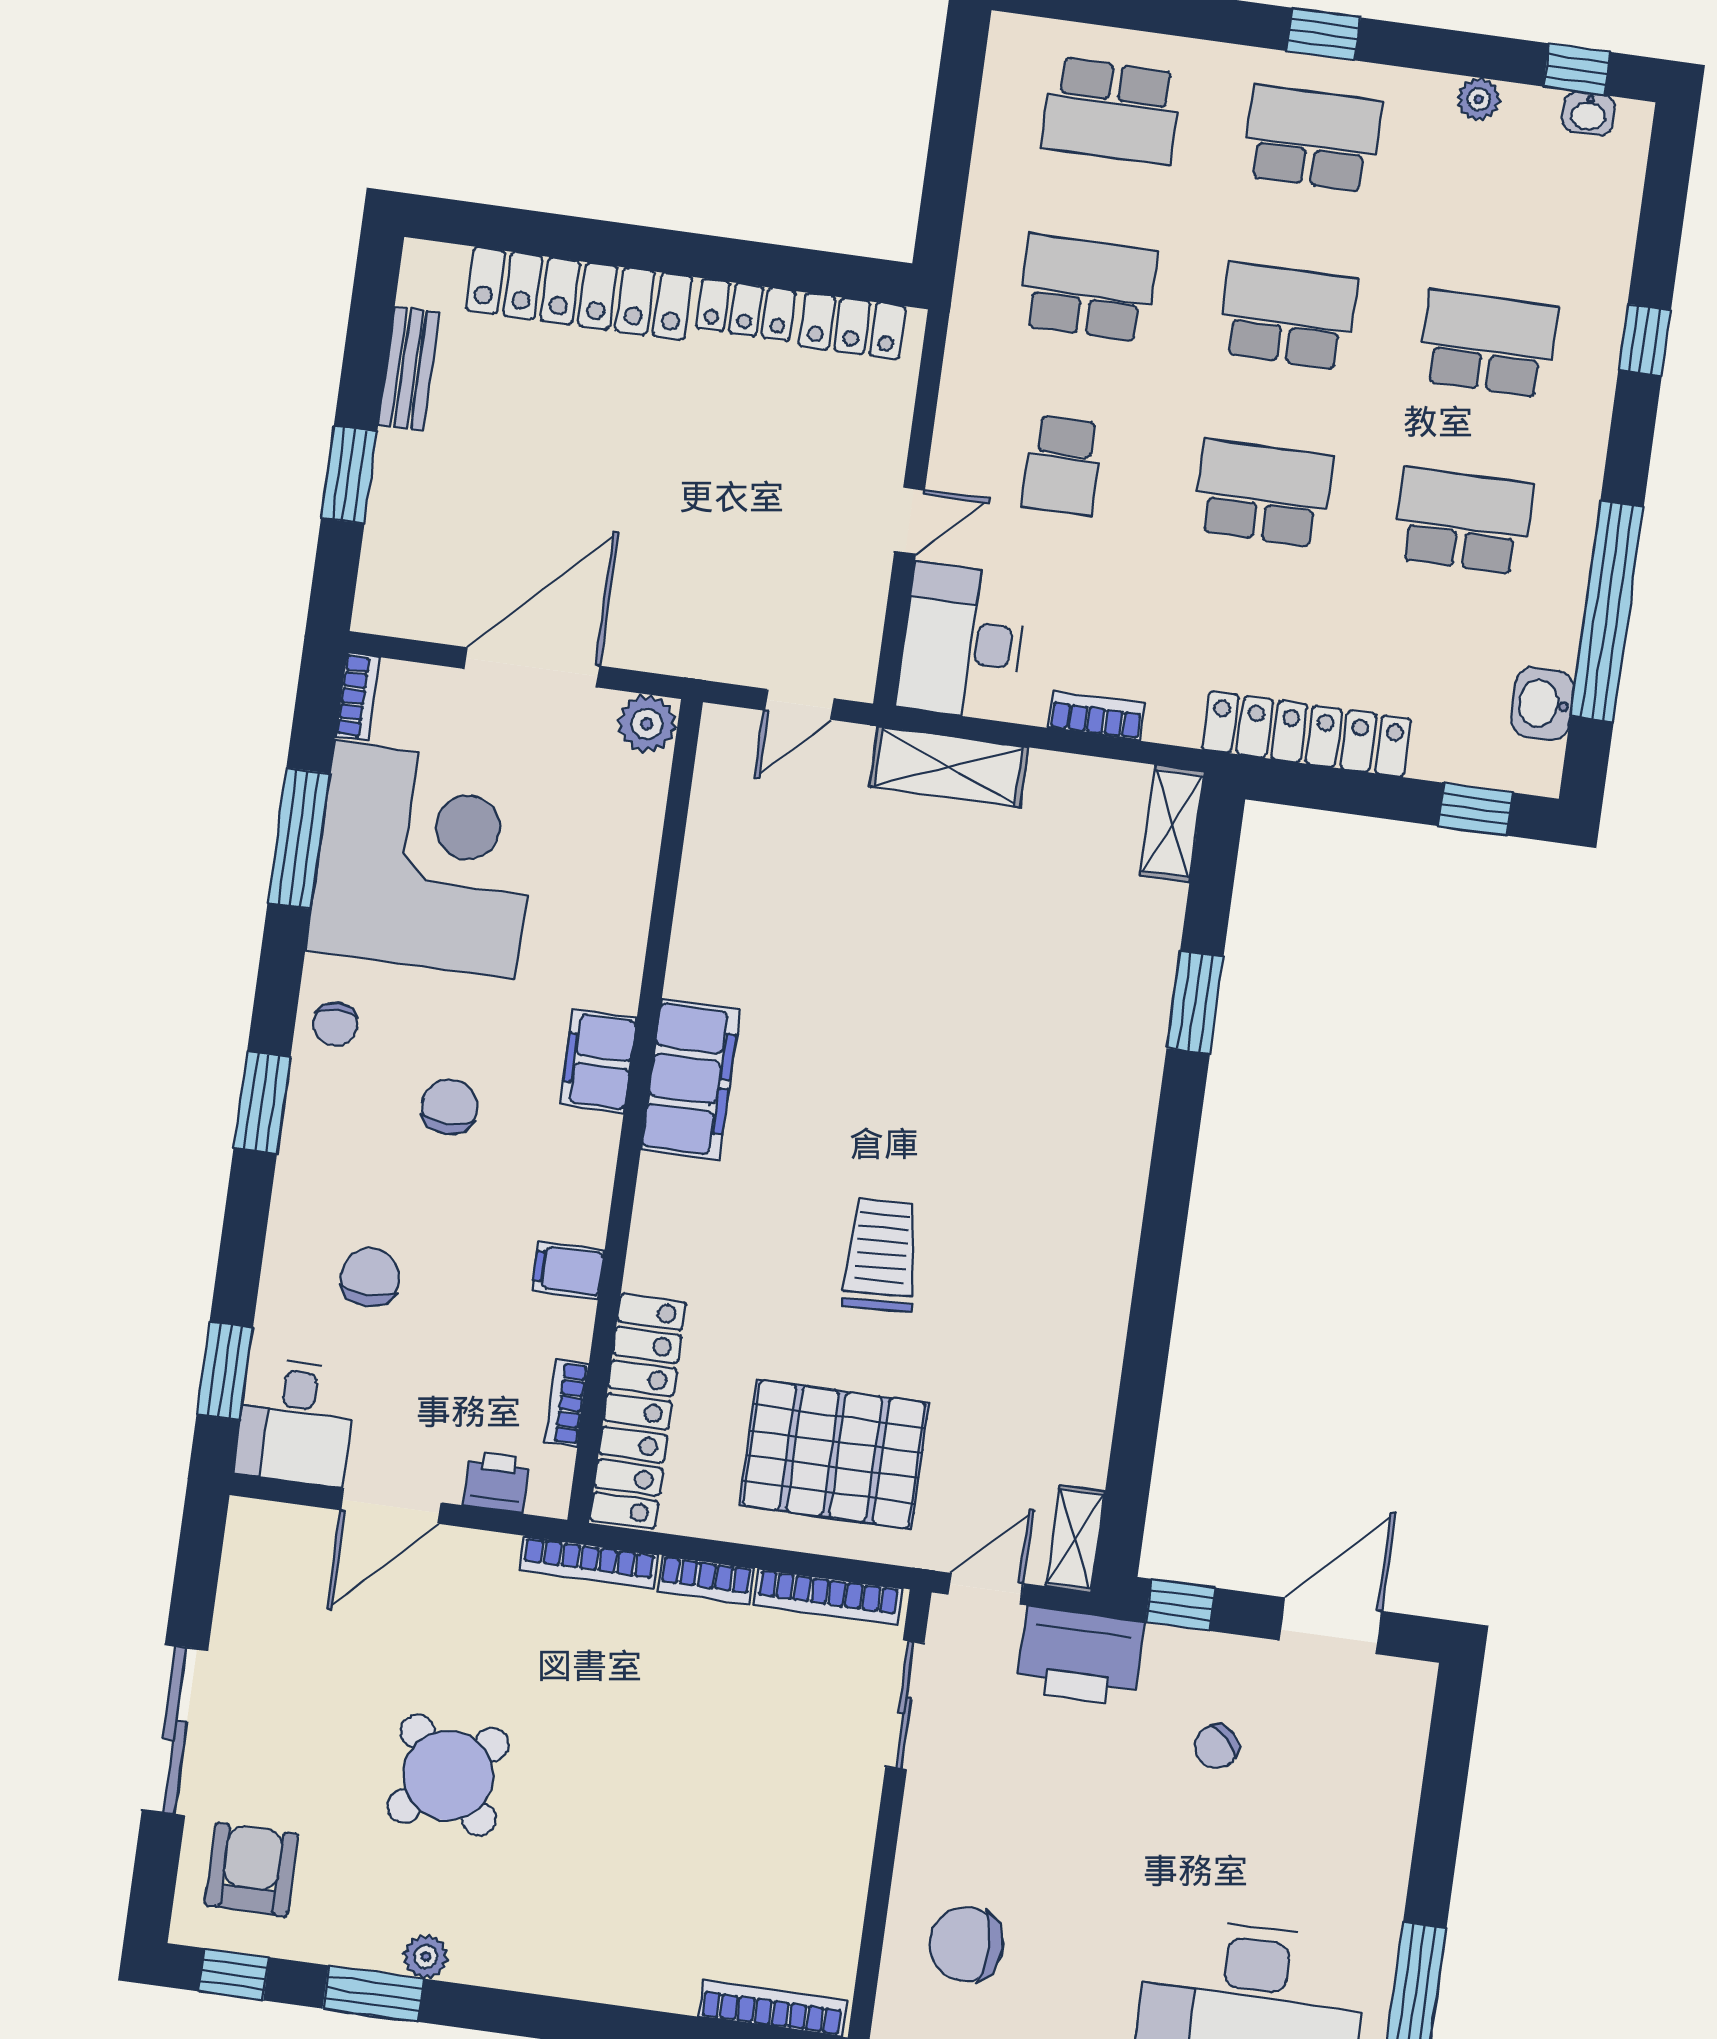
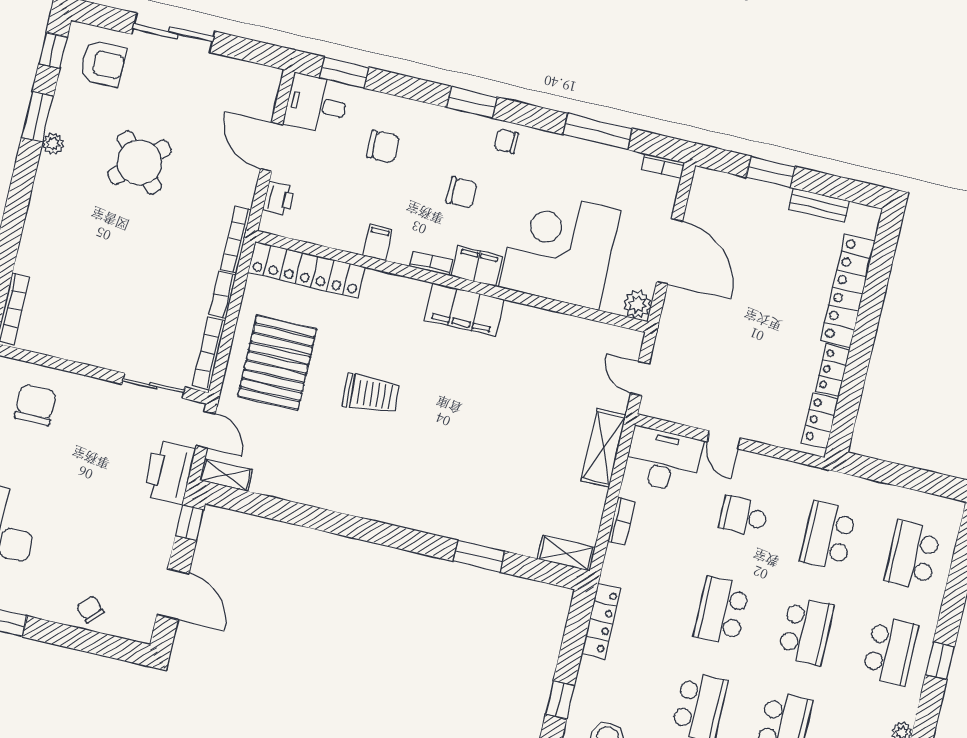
school desk: (1087, 288) -> (828, 536), turned 180
school desk: (1263, 493) -> (722, 611), turned 180
locker: (1307, 734) -> (601, 621), width x0.71, depth x0.83
corner desk: (425, 860) -> (560, 249), moved, turned 180
bookcase: (567, 1403) -> (431, 263), moved
chair: (1216, 1747) -> (90, 609), moved

